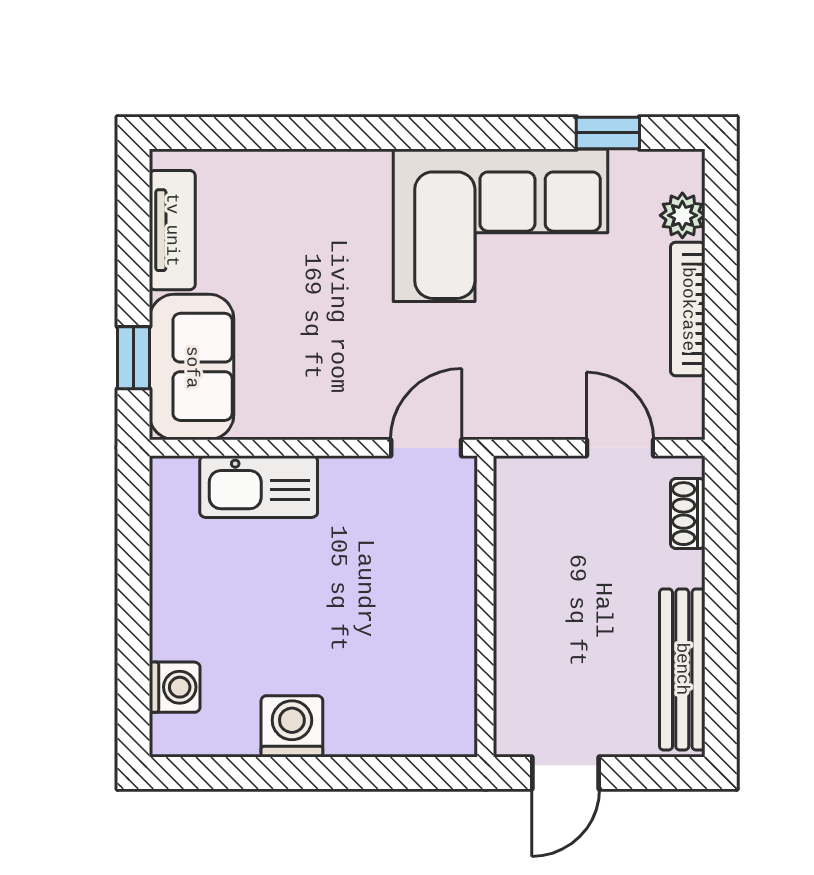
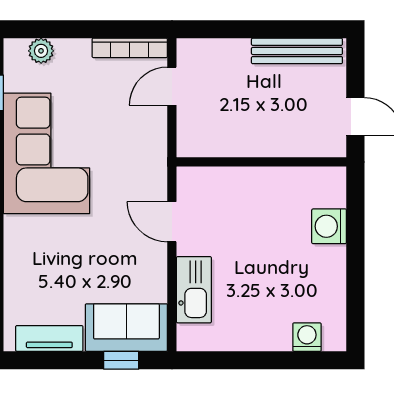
bookcase: (688, 309) -> (130, 48), moved
door: (426, 448) -> (172, 222), moved
shoe rack: (688, 514) -> (209, 48), removed
washing machine: (292, 726) -> (329, 226), moved

